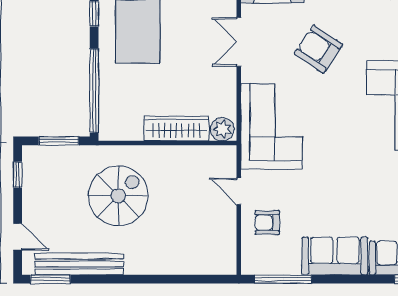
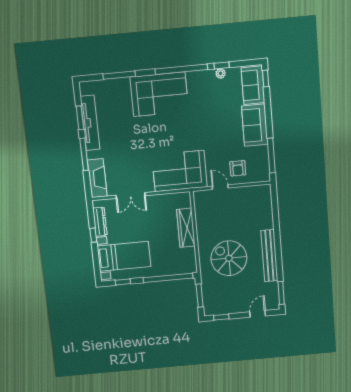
armchair: (318, 49) -> (130, 147), removed
plant: (222, 129) -> (184, 201), removed
door: (239, 191) -> (220, 187), swing flipped
bench: (79, 264) -> (269, 256), moved

